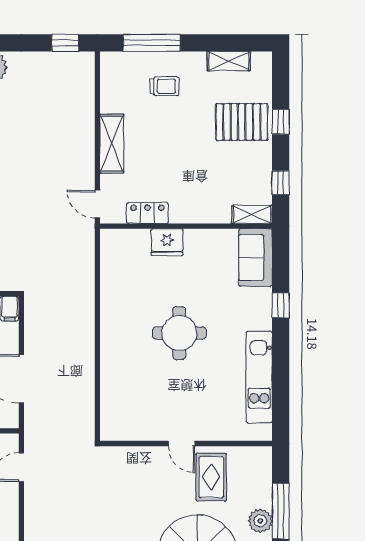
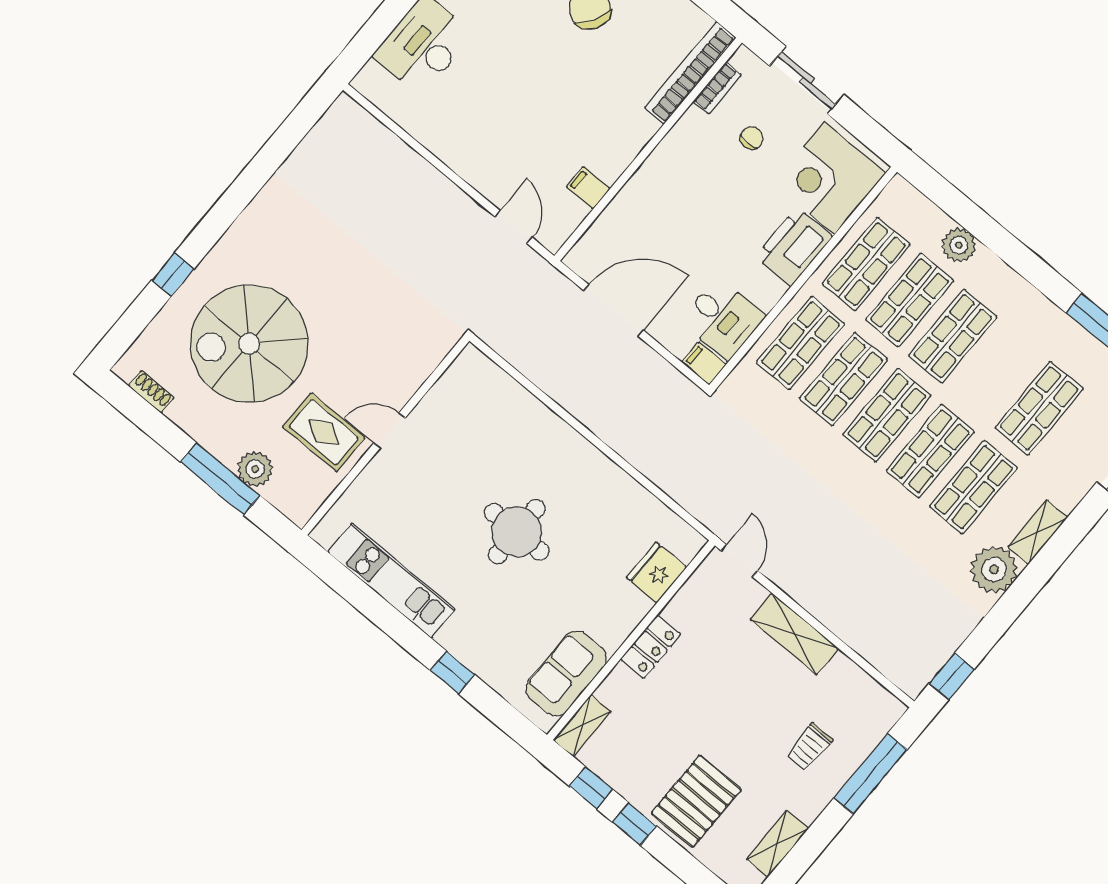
window: (281, 122) -> (635, 824), moved
door: (97, 204) -> (739, 561), hinge flipped
locker: (147, 213) -> (651, 647), moved
fridge: (167, 242) -> (656, 573), moved
sofa: (255, 258) -> (566, 674), moved, turned -90
plant: (260, 521) -> (255, 469), moved

